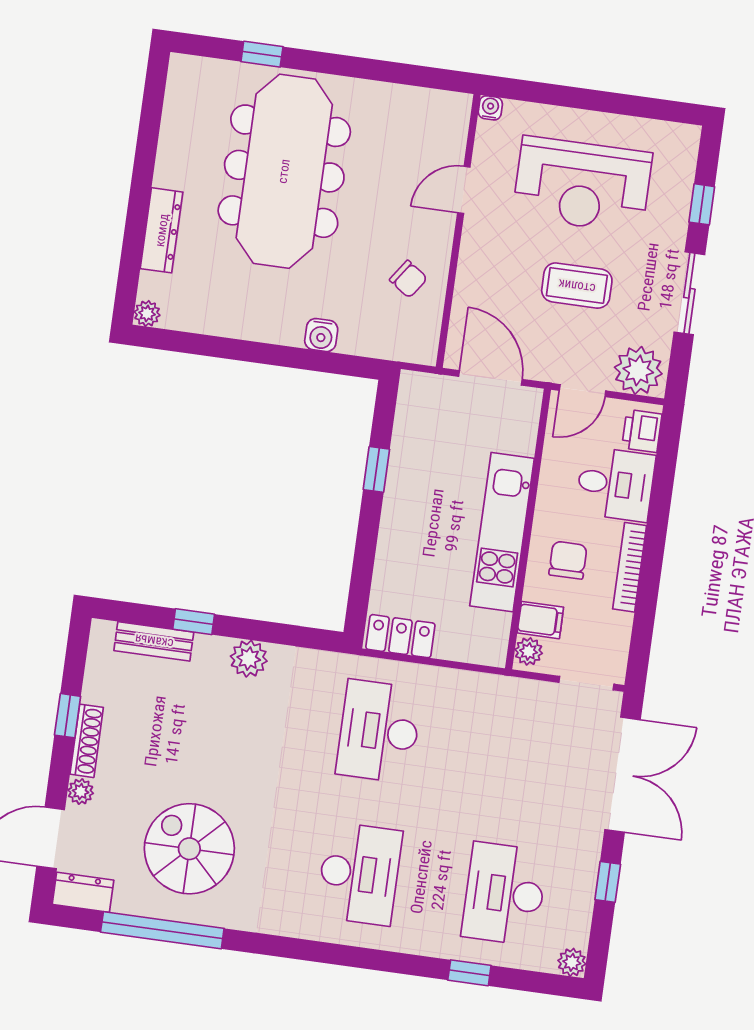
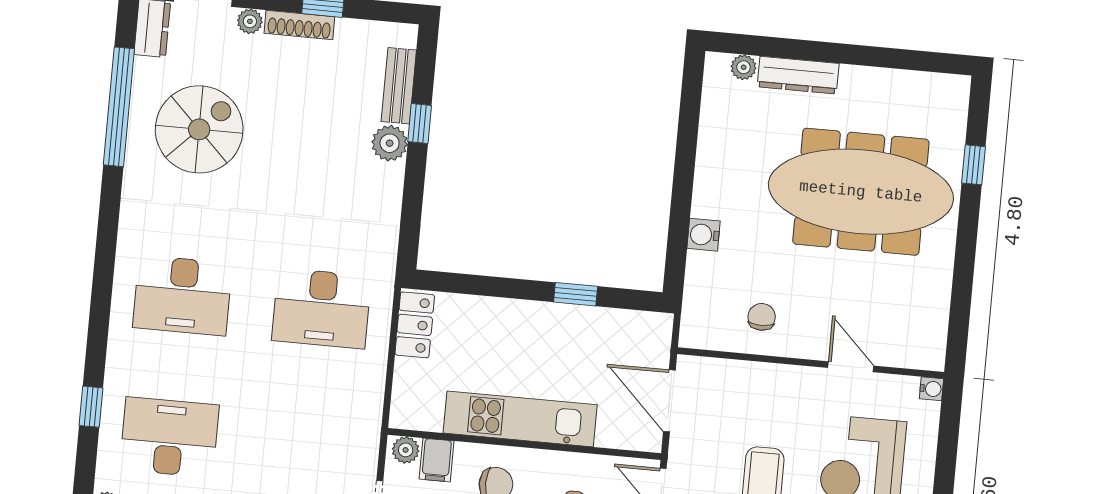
chair: (408, 279) -> (762, 317), turned 145
plant: (147, 314) -> (744, 67), moved
door: (490, 378) -> (669, 401), swing flipped
plant: (249, 659) -> (390, 143), moved
desk: (379, 731) -> (321, 308), turned 180

